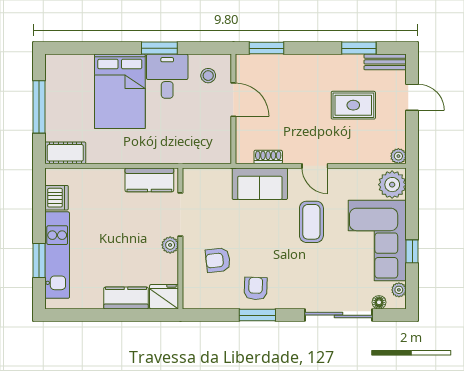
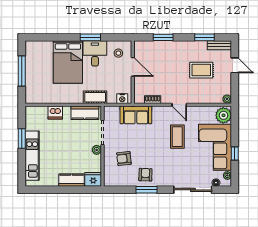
window: (266, 48) -> (163, 37), moved
cot: (65, 153) -> (95, 97), moved
nightstand: (215, 155) -> (122, 99), added
sofa: (260, 184) -> (136, 115), moved
dishwasher: (57, 198) -> (55, 112), moved, turned 90
window: (39, 261) -> (22, 138), moved

